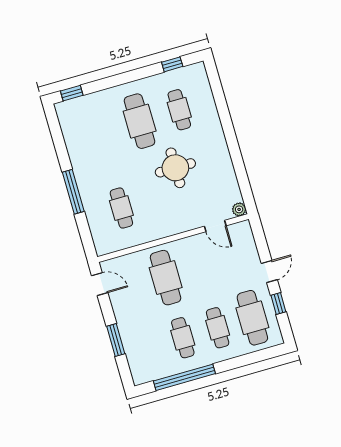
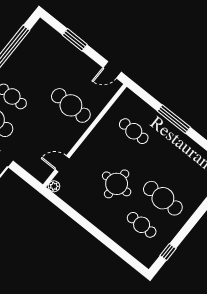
cafe table: (183, 338) -> (31, 73), removed

